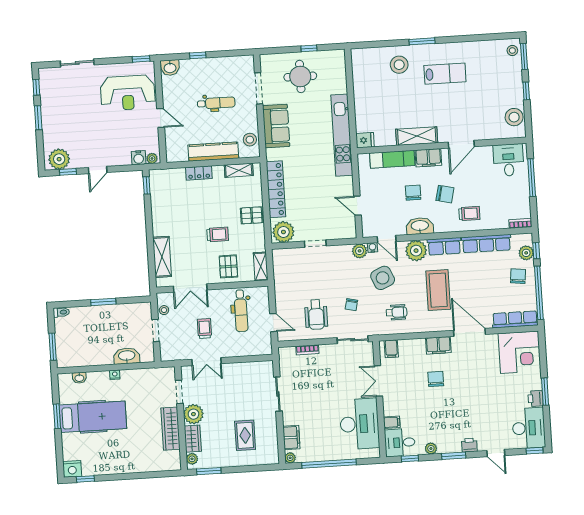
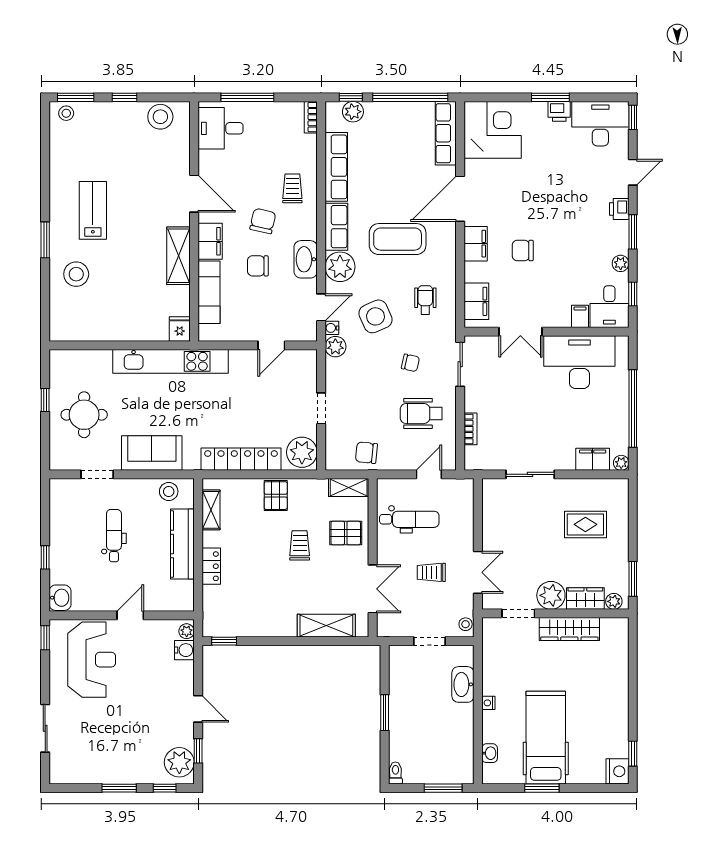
window: (36, 87) -> (165, 788), moved
doorway: (259, 88) -> (97, 474), width x0.73
chair: (518, 276) -> (366, 453), moved
stool: (164, 310) -> (466, 624), moved
wheelchair: (316, 315) -> (421, 414), turned 180
filing cabinet: (391, 349) -> (476, 301), width x2.00

